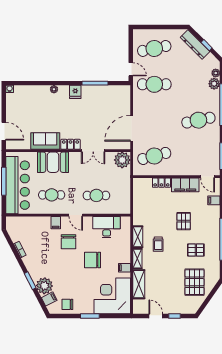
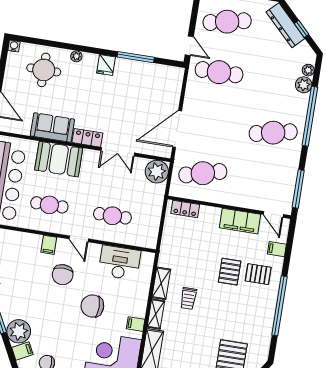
round table: (33, 102) -> (44, 70), added
locker: (161, 183) -> (185, 209), moved
pallet: (196, 250) -> (258, 274), moved

